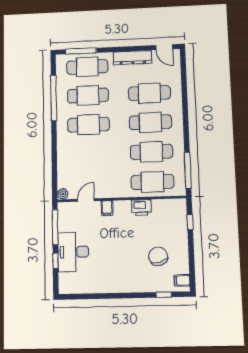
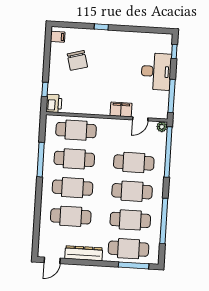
door: (164, 47) -> (52, 260), swing flipped
cafe table: (89, 154) -> (134, 163), added
window: (54, 168) -> (168, 152), added
window: (188, 170) -> (41, 160), moved
printer: (141, 207) -> (54, 103), moved, turned 90
filing cabinet: (107, 208) -> (121, 109), width x2.00
window: (55, 261) -> (174, 51), moved
window: (164, 295) -> (101, 27), moved

